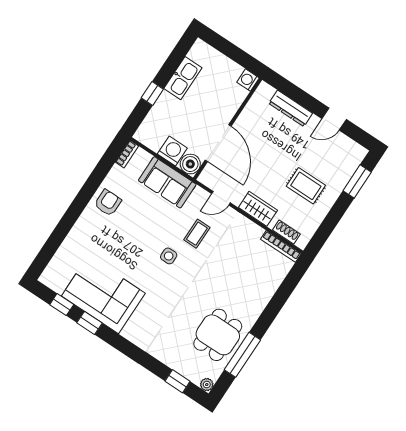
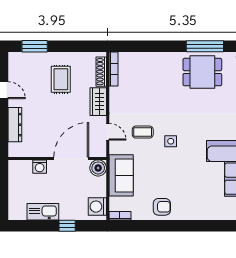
washing machine: (248, 80) -> (40, 167), moved
washing machine: (172, 151) -> (97, 207), moved
armchair: (108, 203) -> (162, 207), turned 180
shoe rack: (286, 232) -> (101, 72), width x1.43

